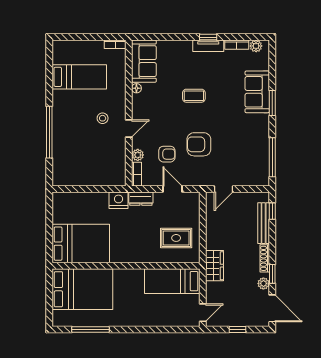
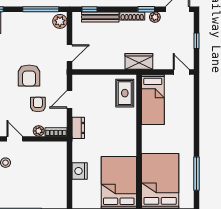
plant: (259, 178) -> (60, 21), added
door: (224, 189) -> (70, 53), hinge flipped
nightstand: (119, 200) -> (80, 171), moved
rug: (176, 238) -> (125, 93), moved

